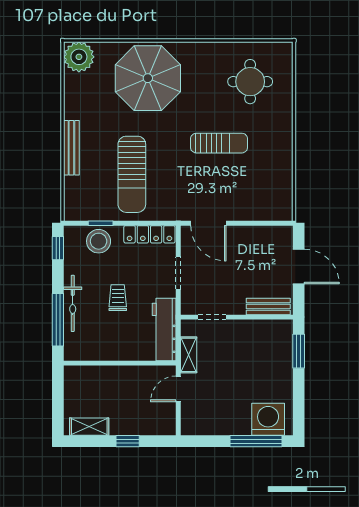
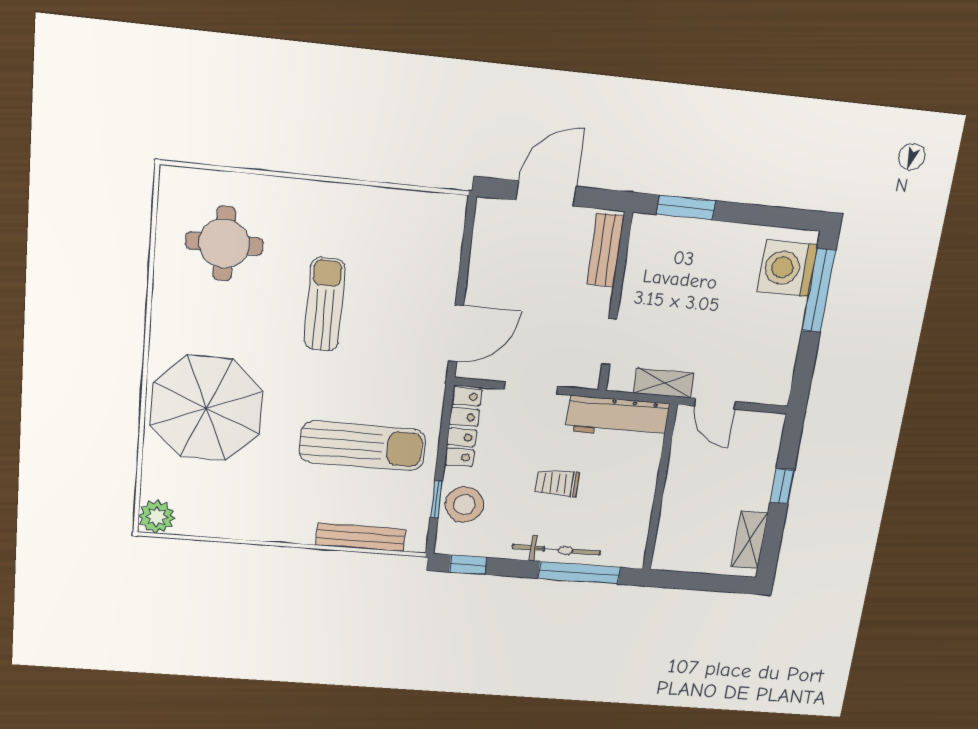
plant: (79, 57) -> (157, 517), width x0.73, depth x0.73
bench: (71, 148) -> (361, 537), moved

